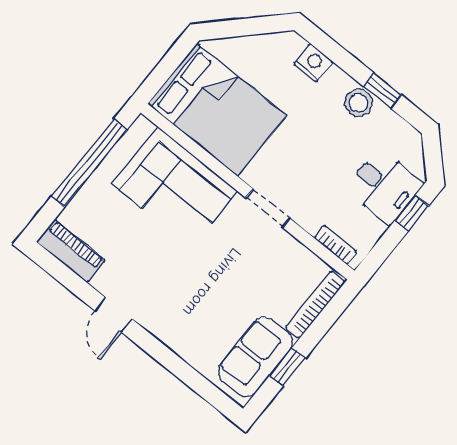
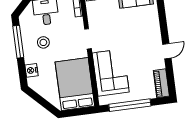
window: (382, 91) -> (18, 42), width x2.17
stool: (358, 103) -> (43, 42), moved

